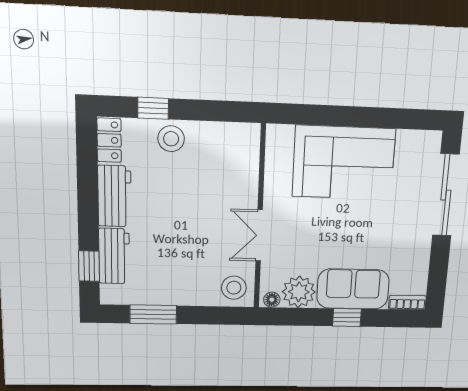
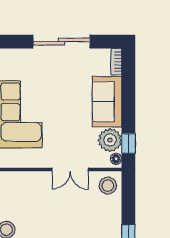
sliding door: (446, 195) -> (62, 42), moved
window: (347, 317) -> (128, 144), moved

